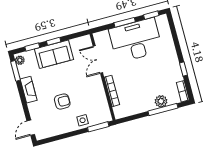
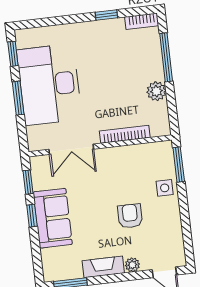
window: (32, 47) -> (28, 182), moved
plant: (20, 60) -> (132, 265), moved
plant: (161, 101) -> (156, 91), moved

